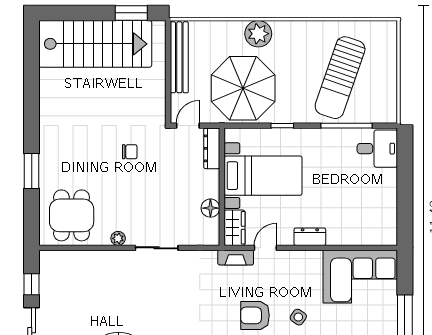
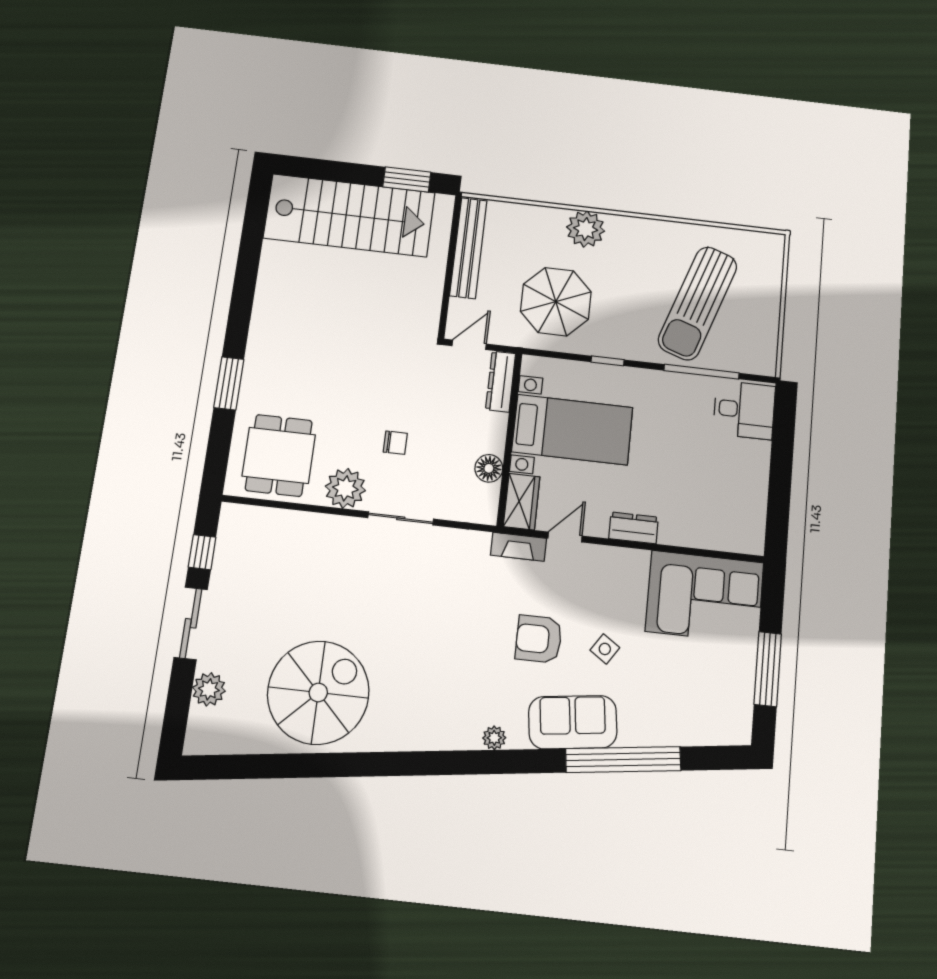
parasol: (243, 88) -> (556, 302), width x0.73, depth x0.73
chair: (130, 152) -> (395, 443), moved
plant: (118, 238) -> (345, 488), width x1.88, depth x1.88

